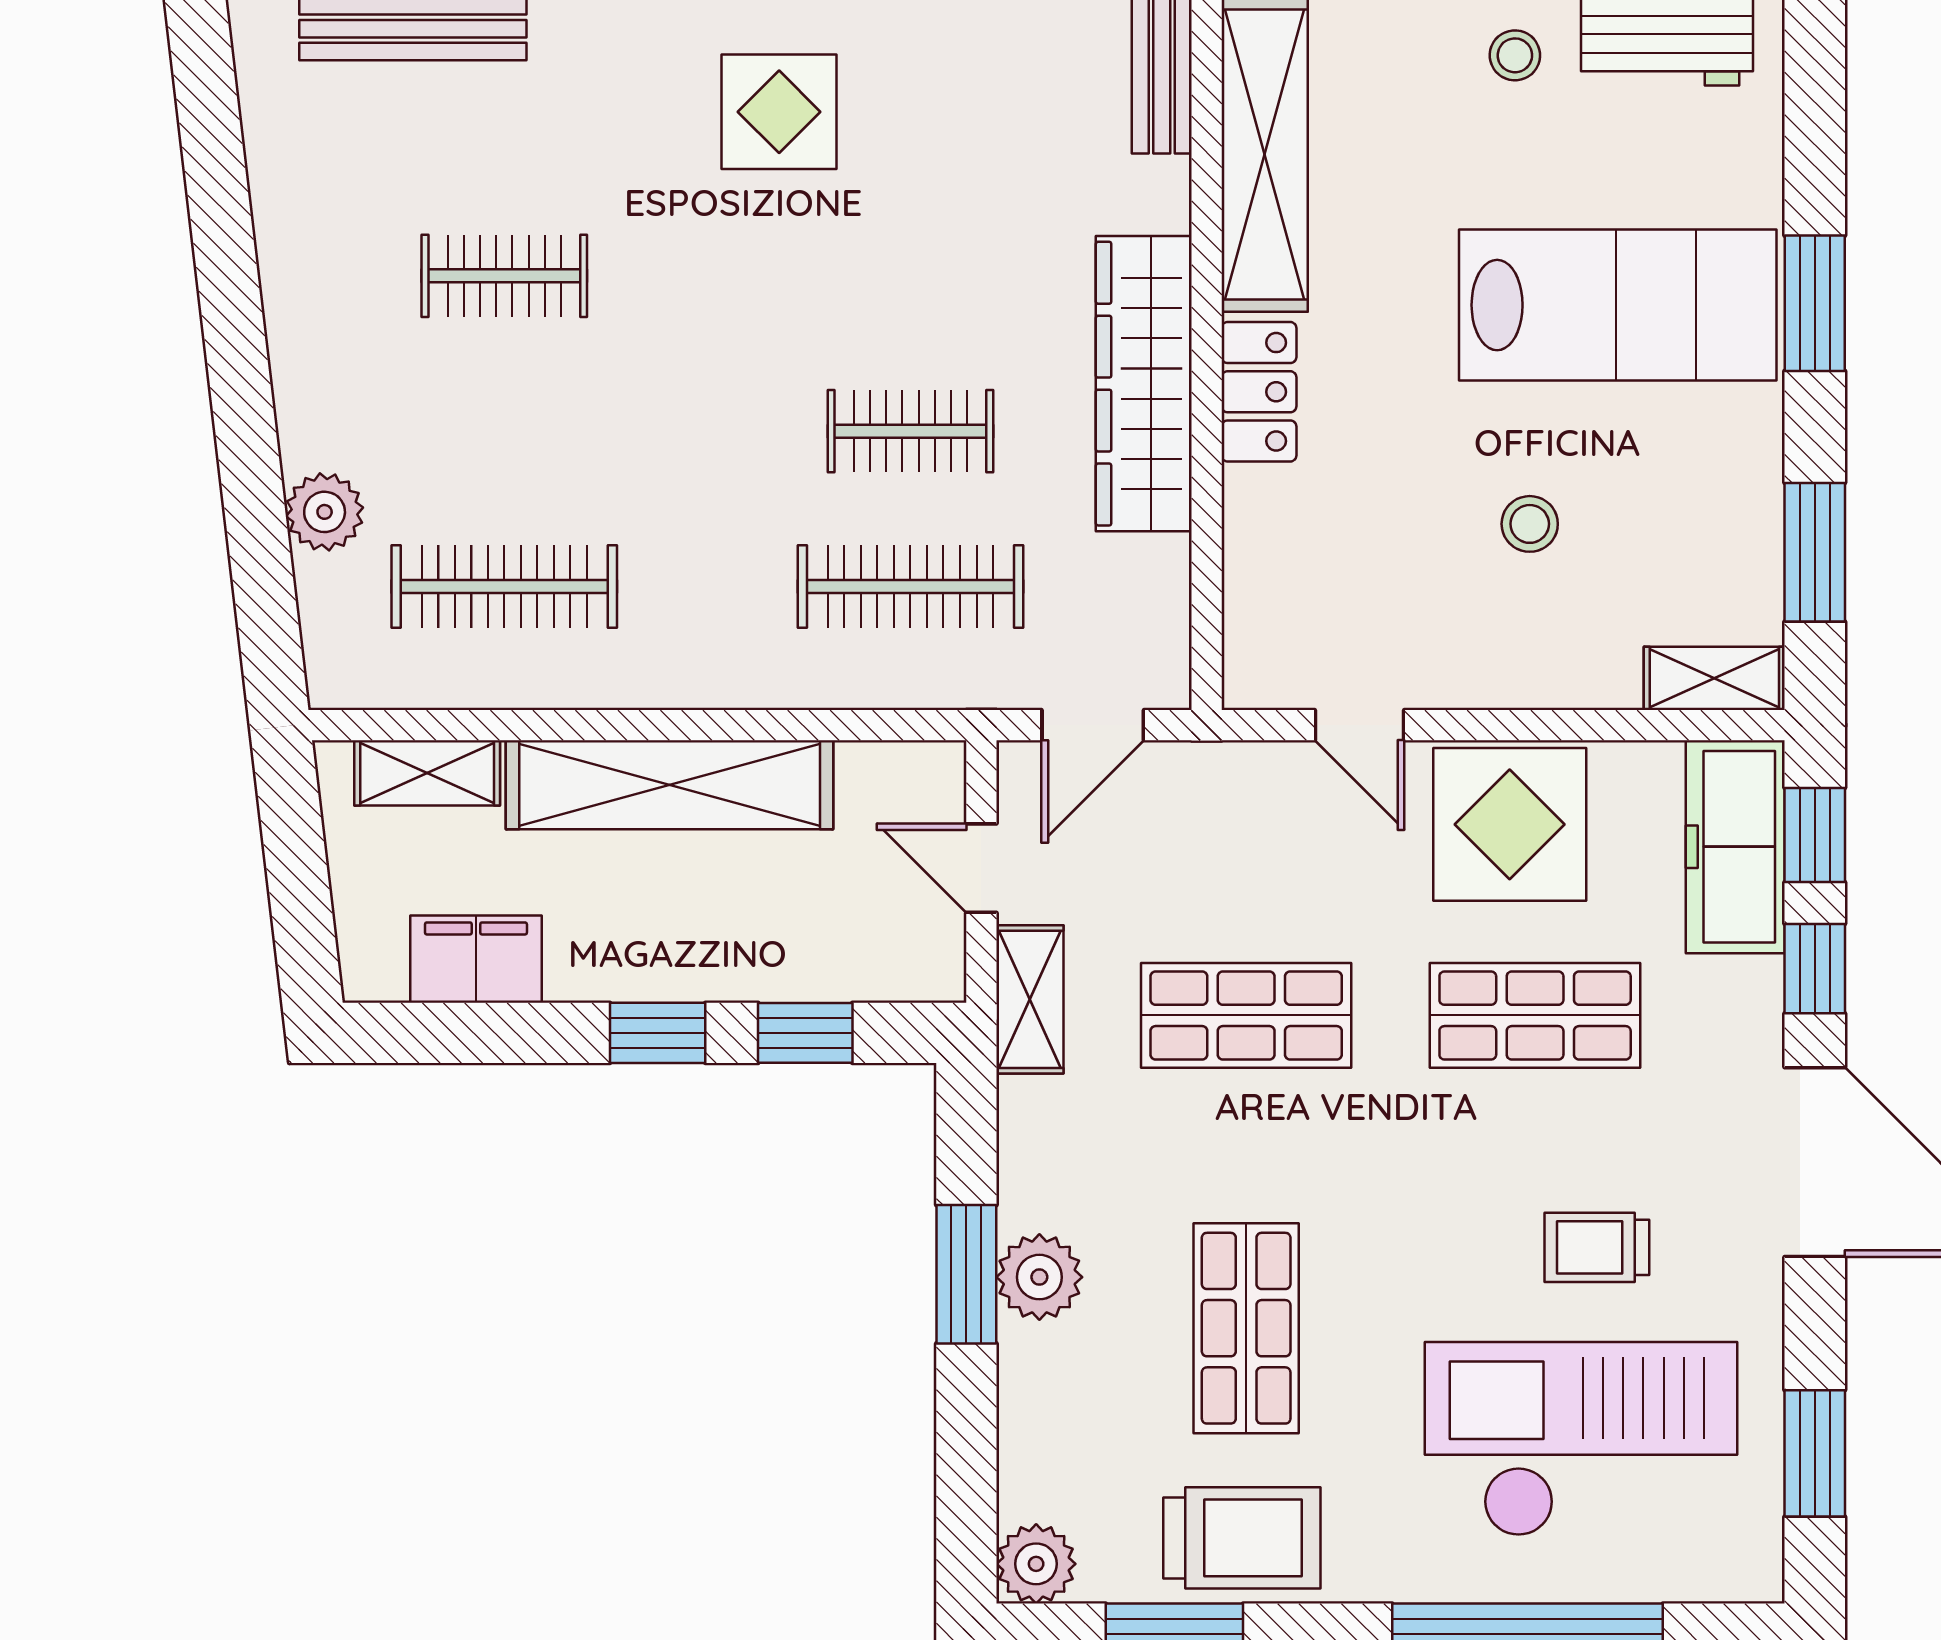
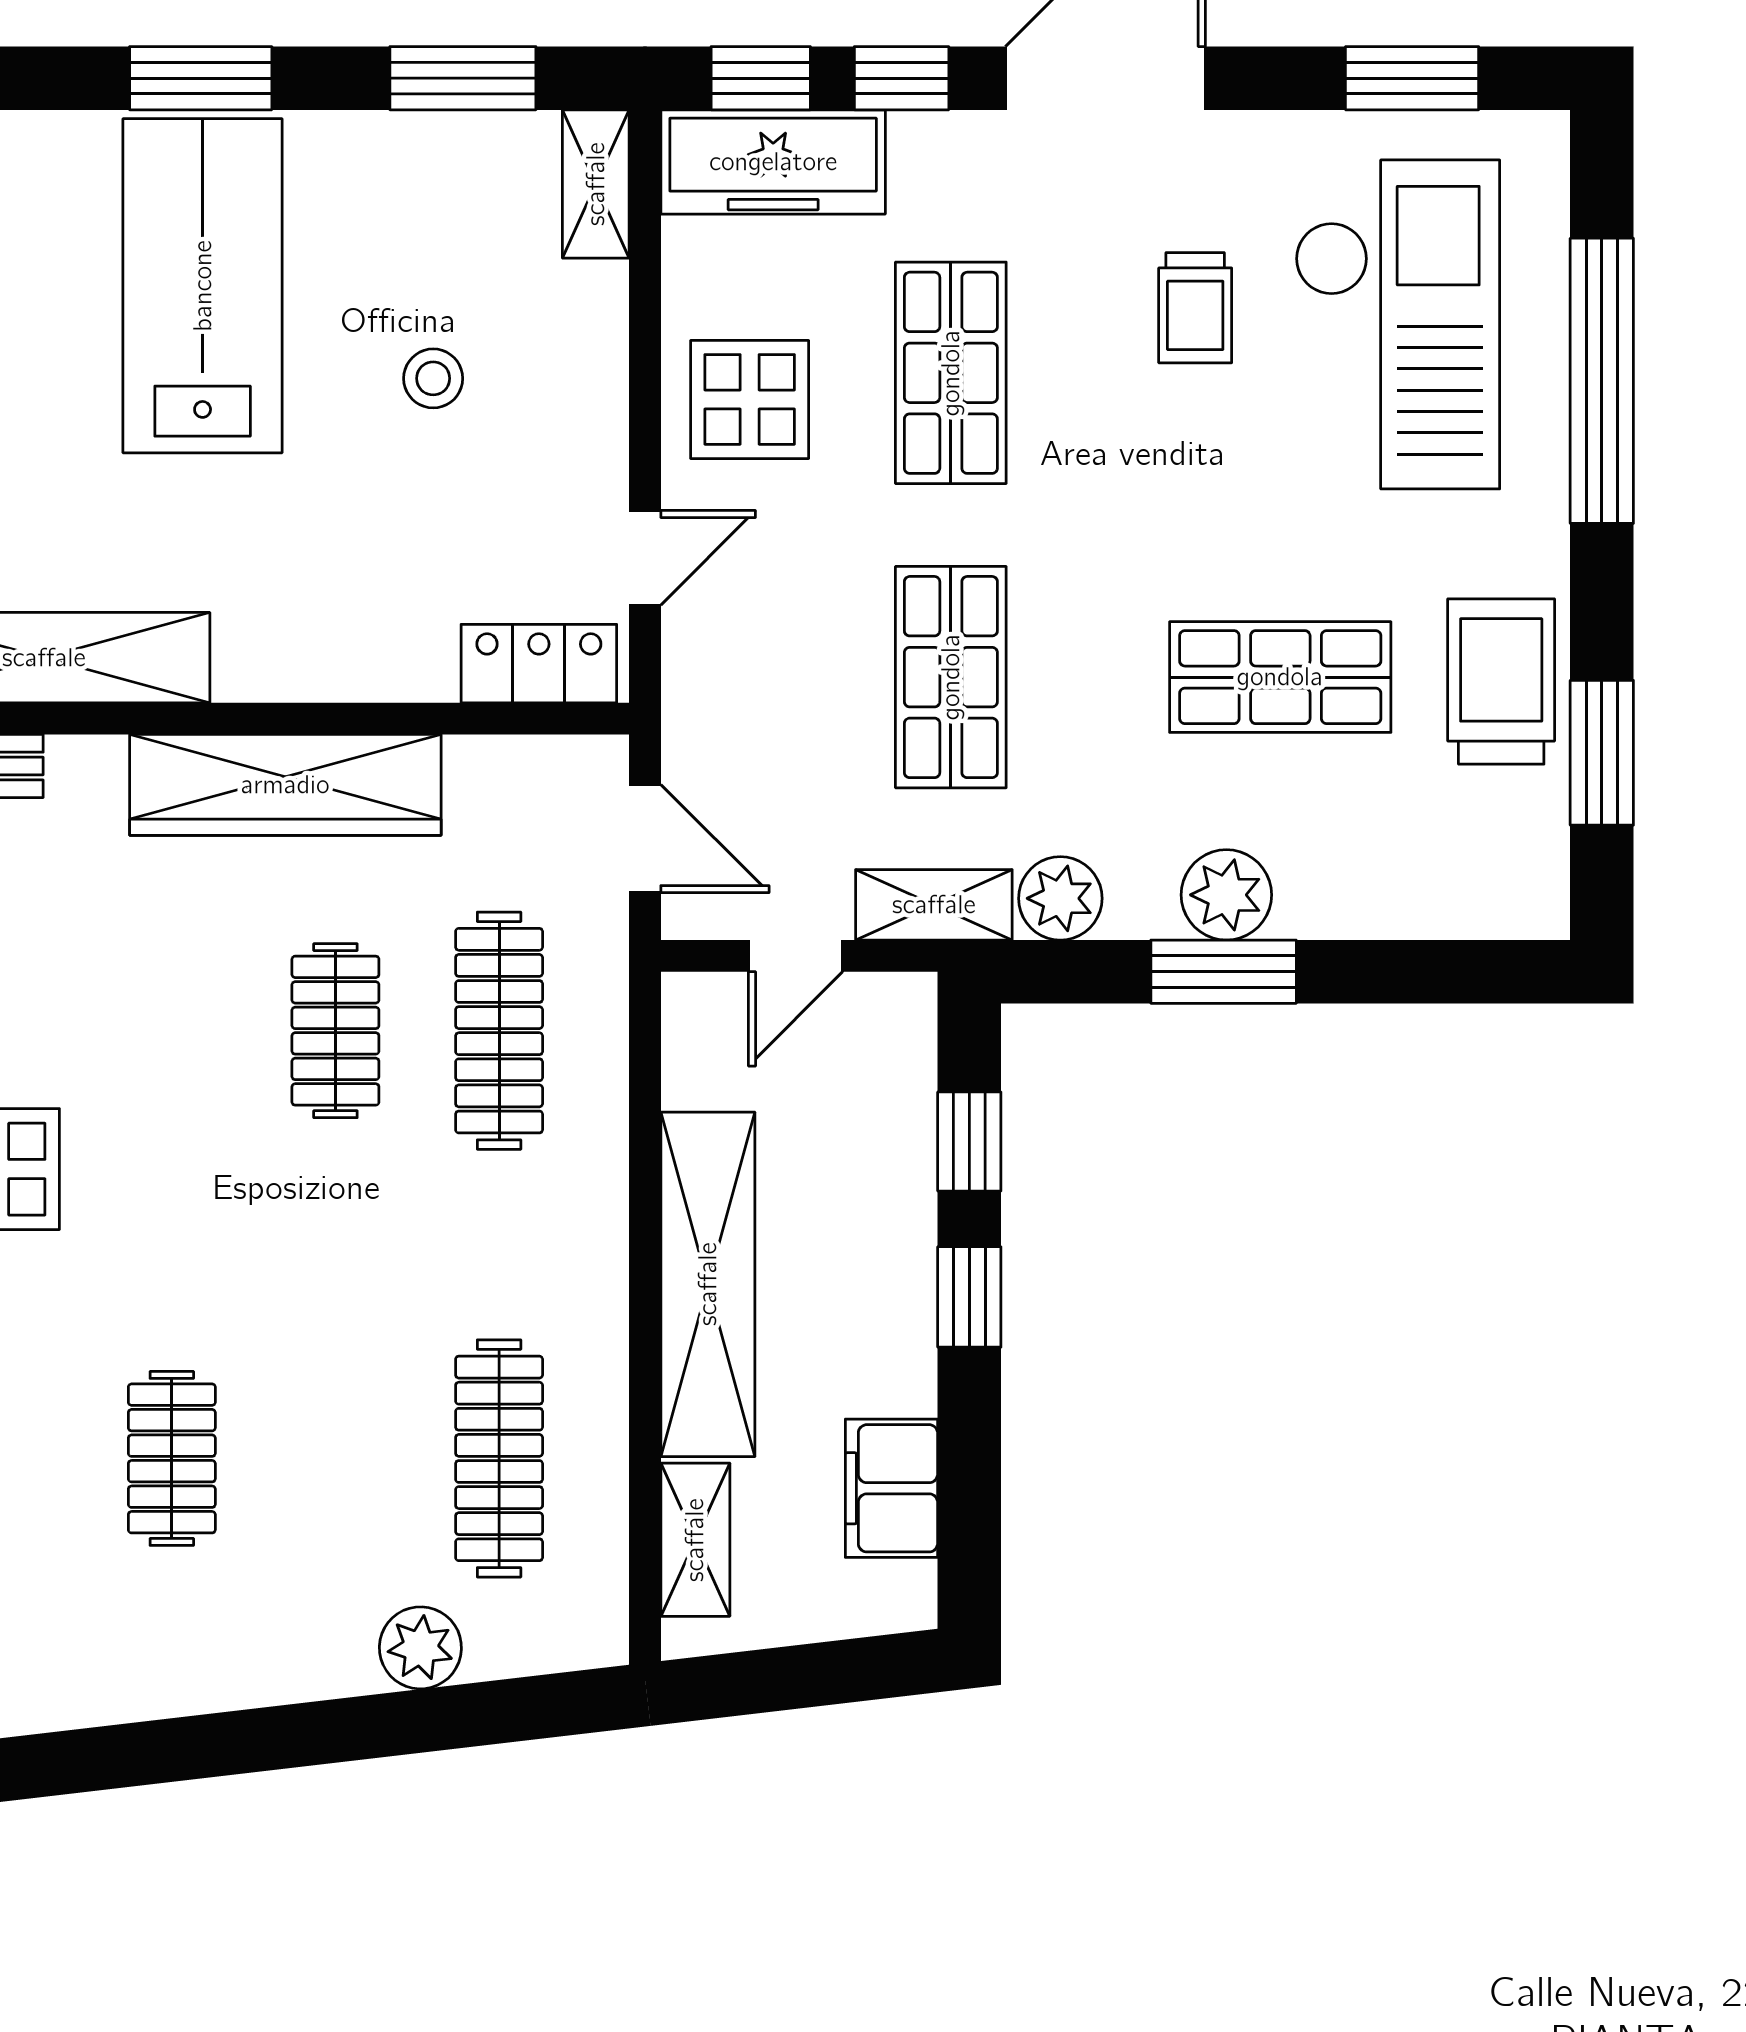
locker: (1259, 392) -> (539, 664), moved
display table: (1510, 824) -> (750, 399), width x0.73, depth x0.73
checkout: (1581, 1439) -> (1397, 324), turned 180
plant: (1036, 1564) -> (1060, 898), moved

